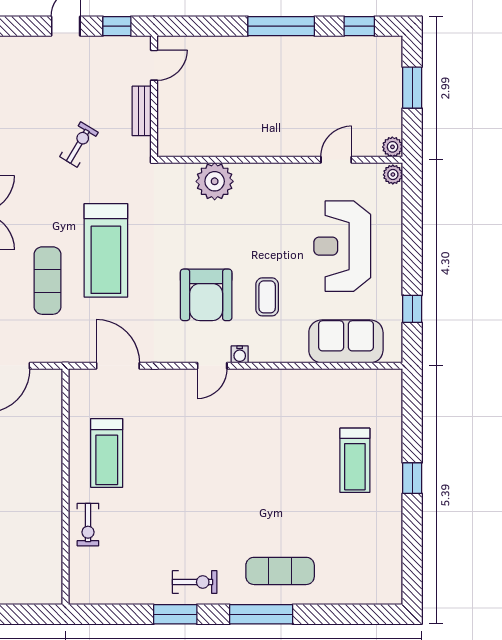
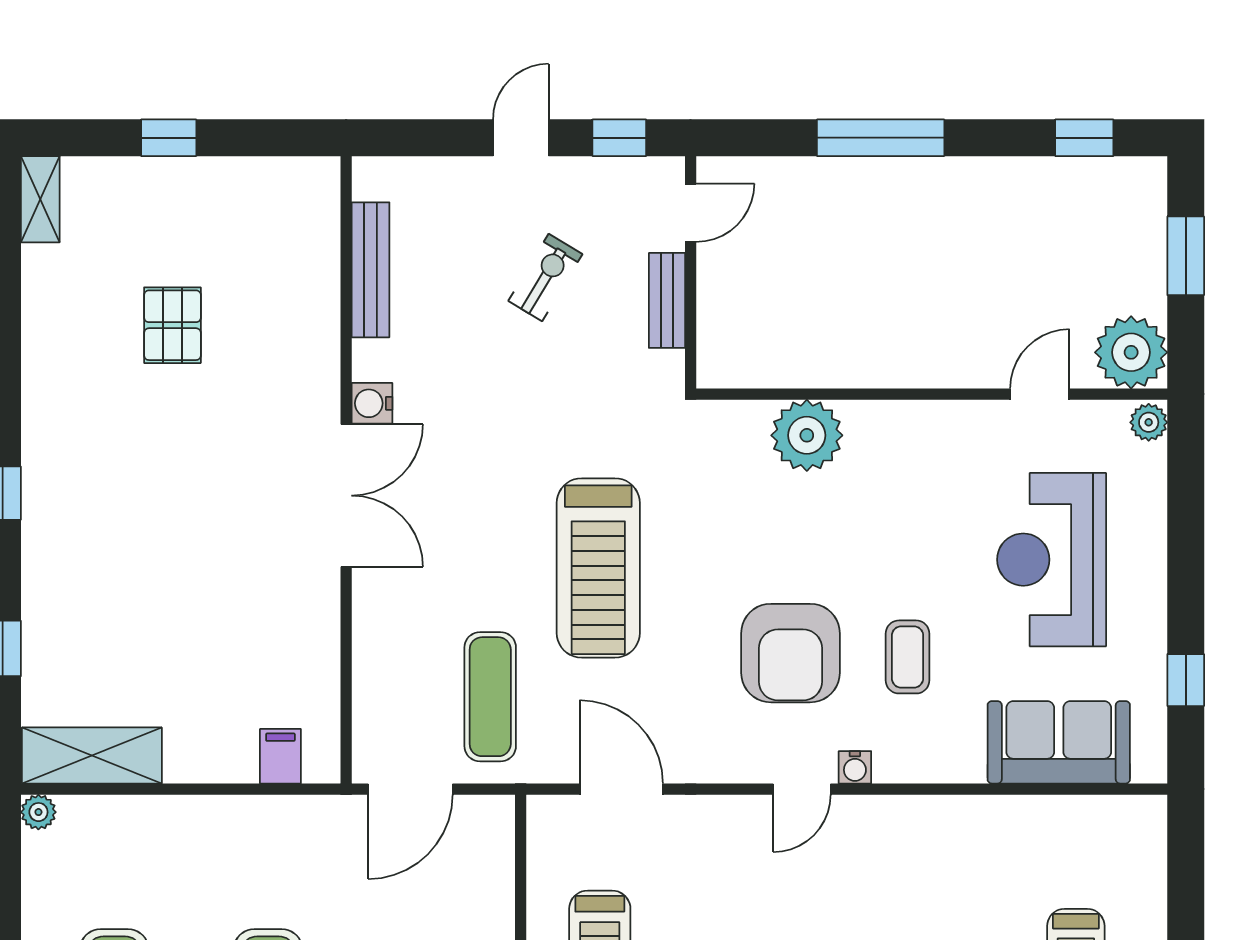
window: (281, 26) -> (881, 138), moved
exercise bike: (79, 144) -> (545, 278), moved
plant: (392, 147) -> (1131, 352), width x1.87, depth x1.87
exercise mat: (47, 281) -> (490, 697), moved

